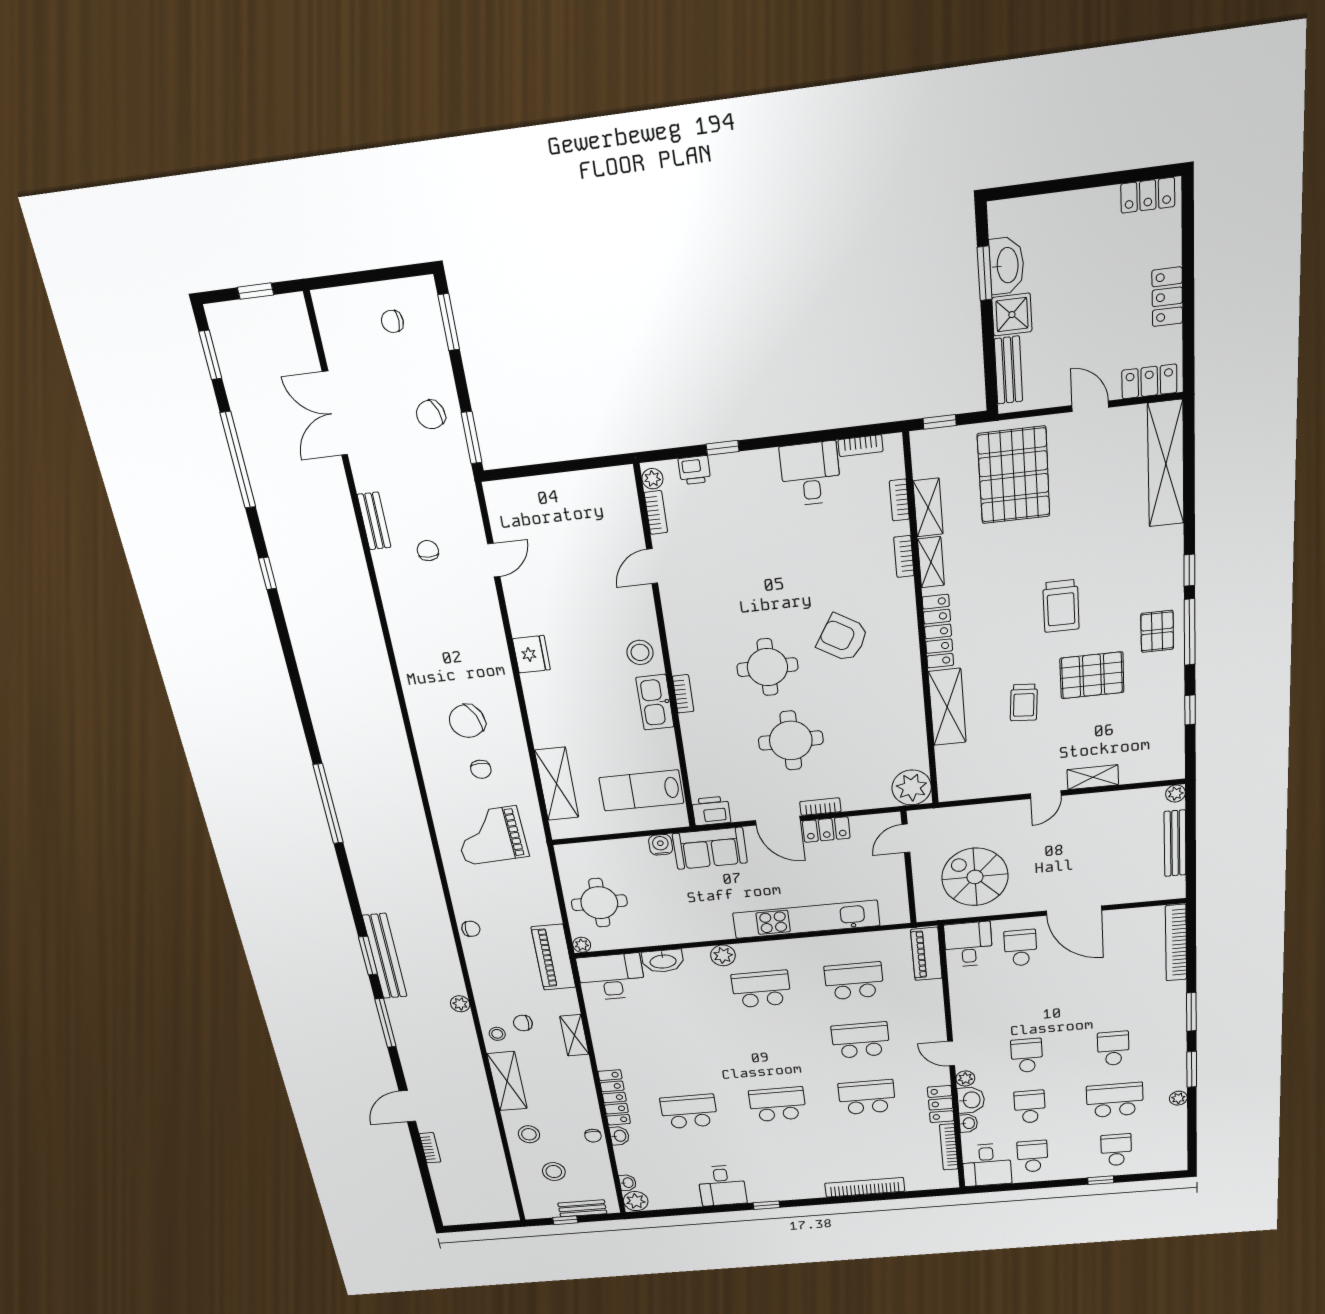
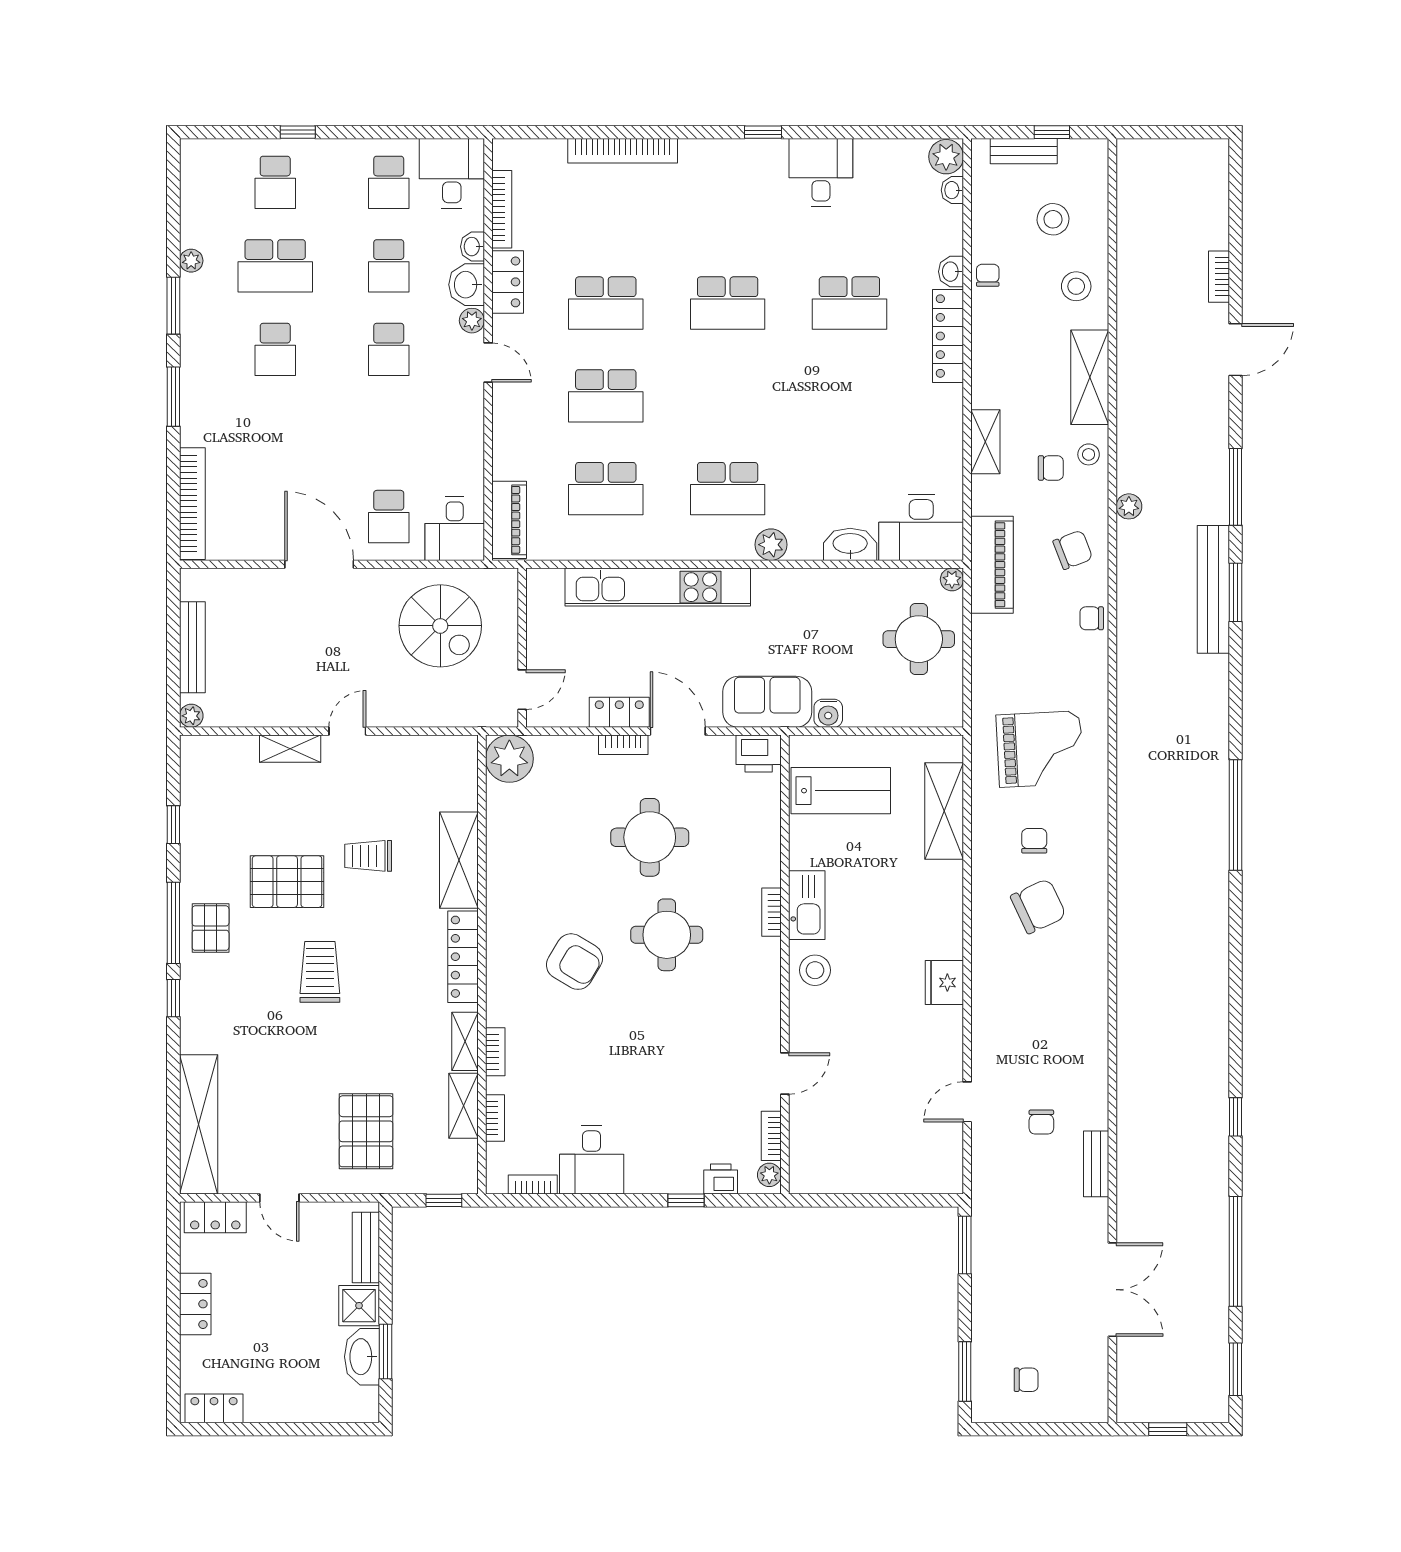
chair: (431, 415) -> (1073, 550), moved
pallet: (1014, 475) -> (366, 1131), width x0.73, depth x0.71
trolley: (1024, 702) -> (368, 856), turned -94

